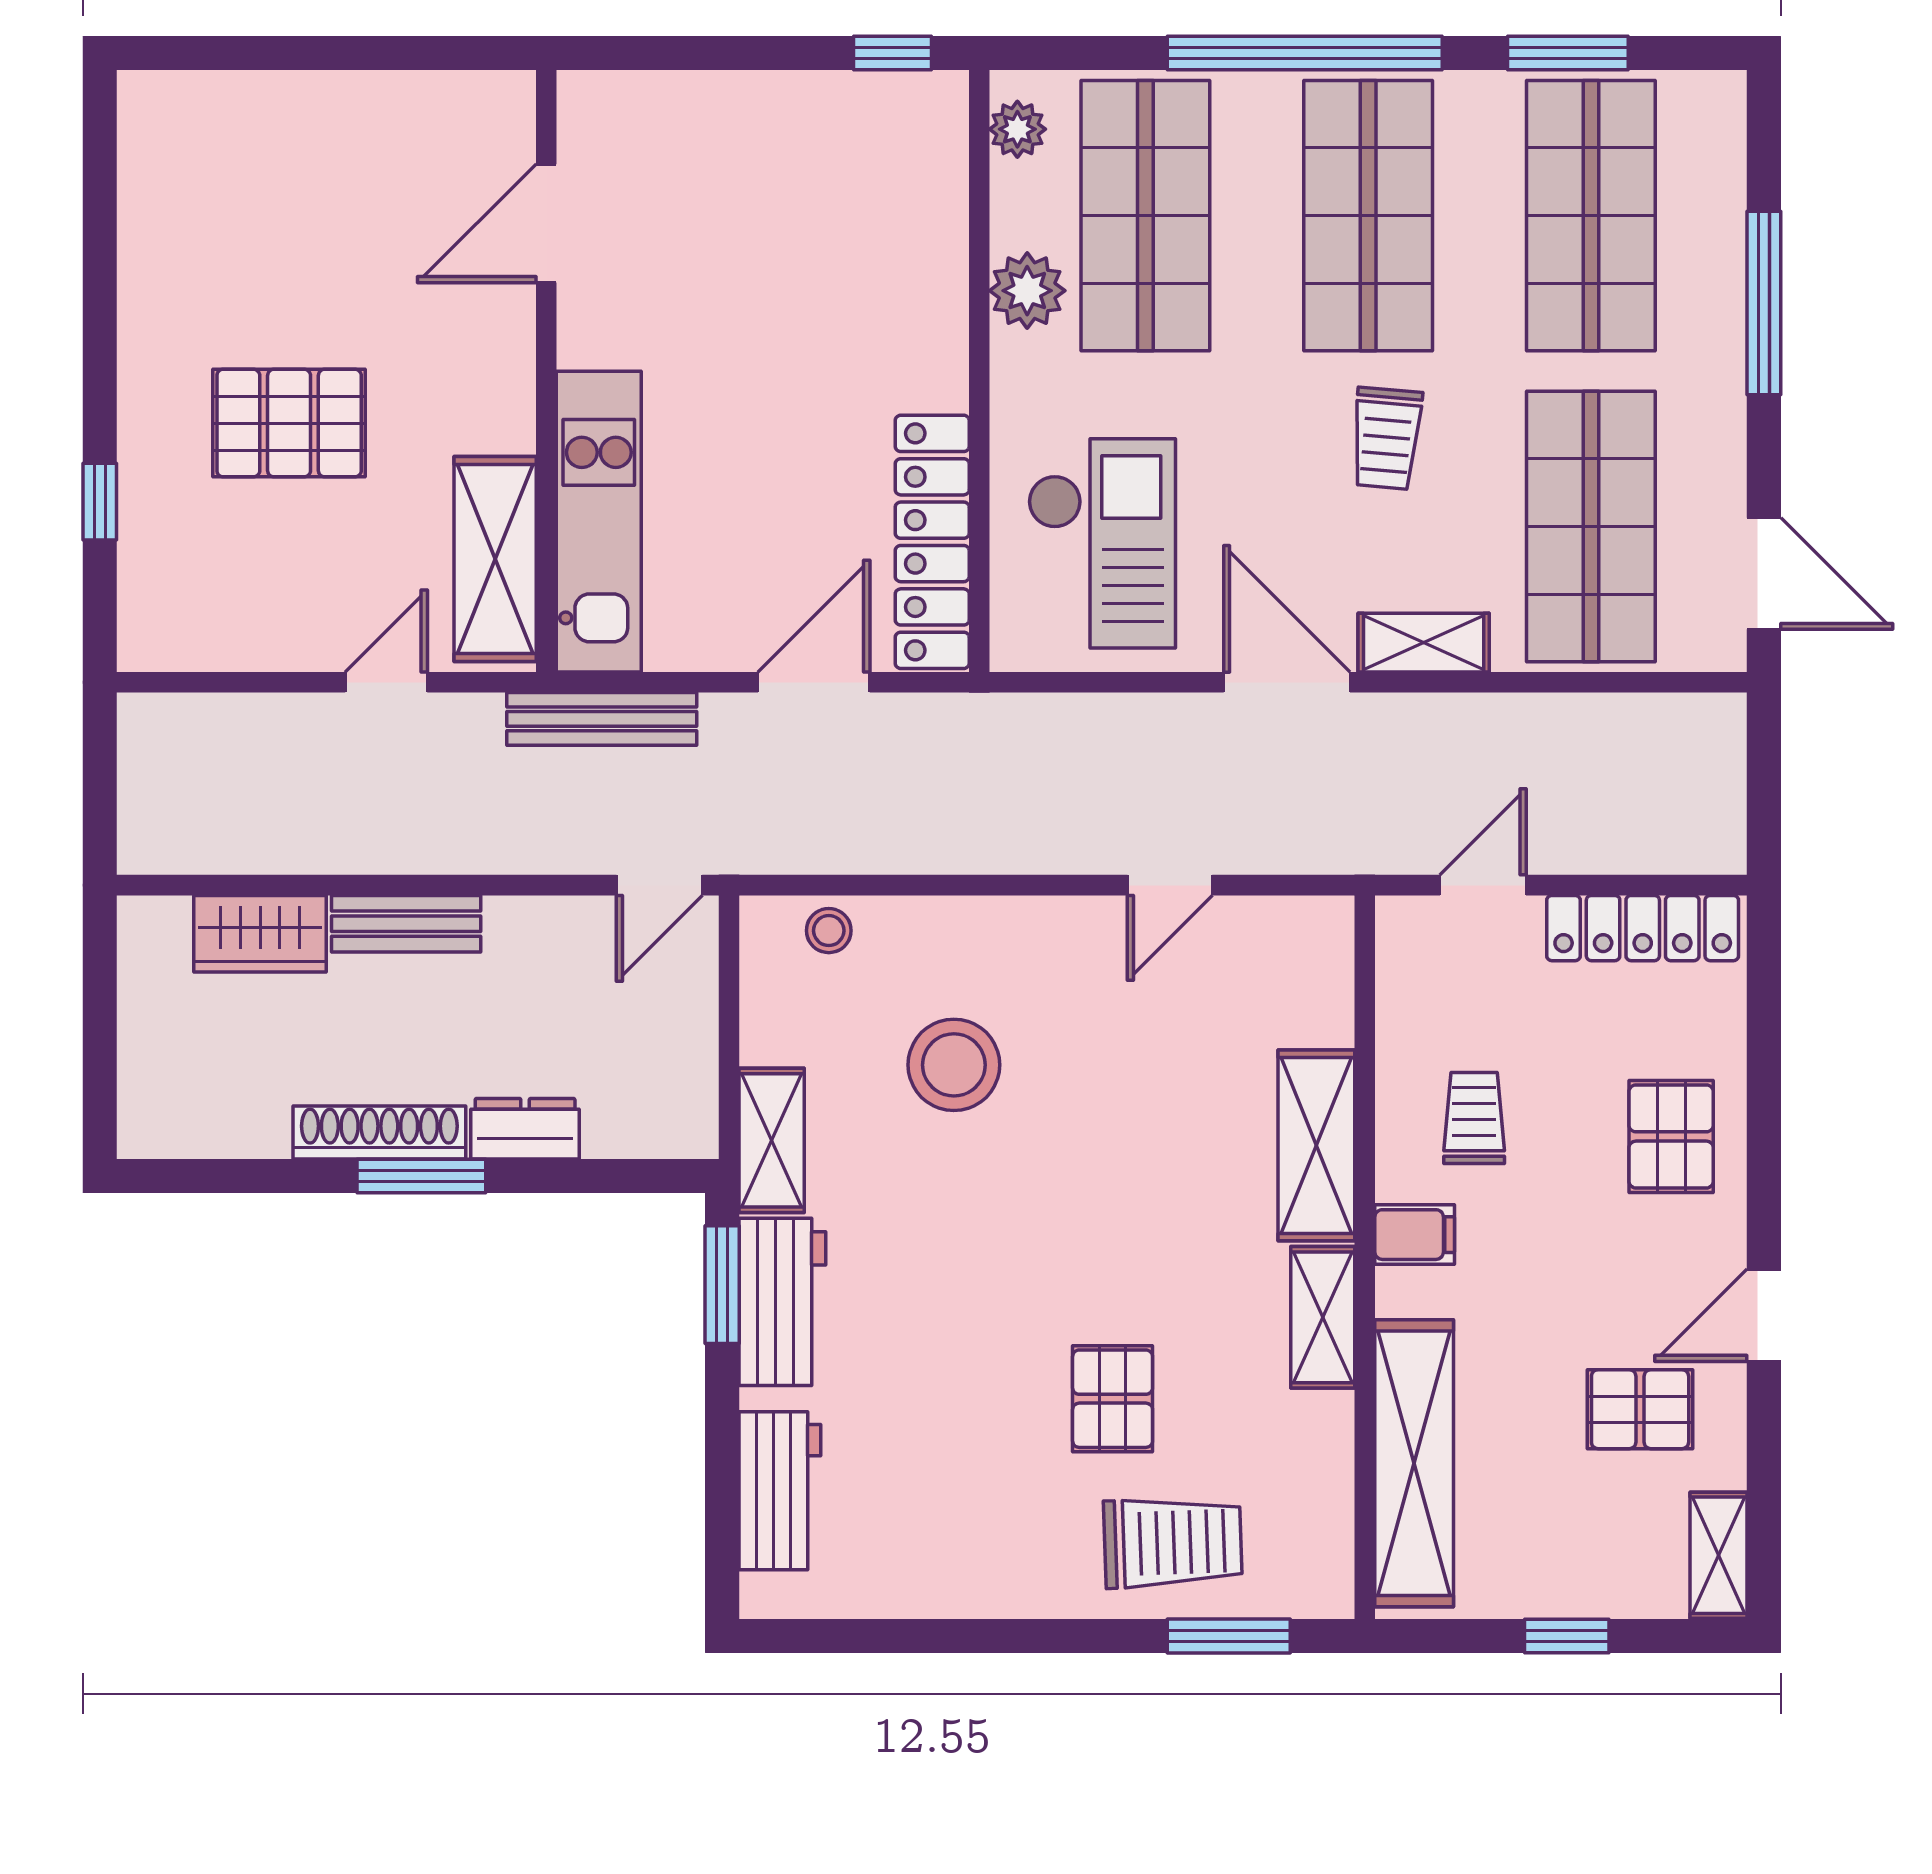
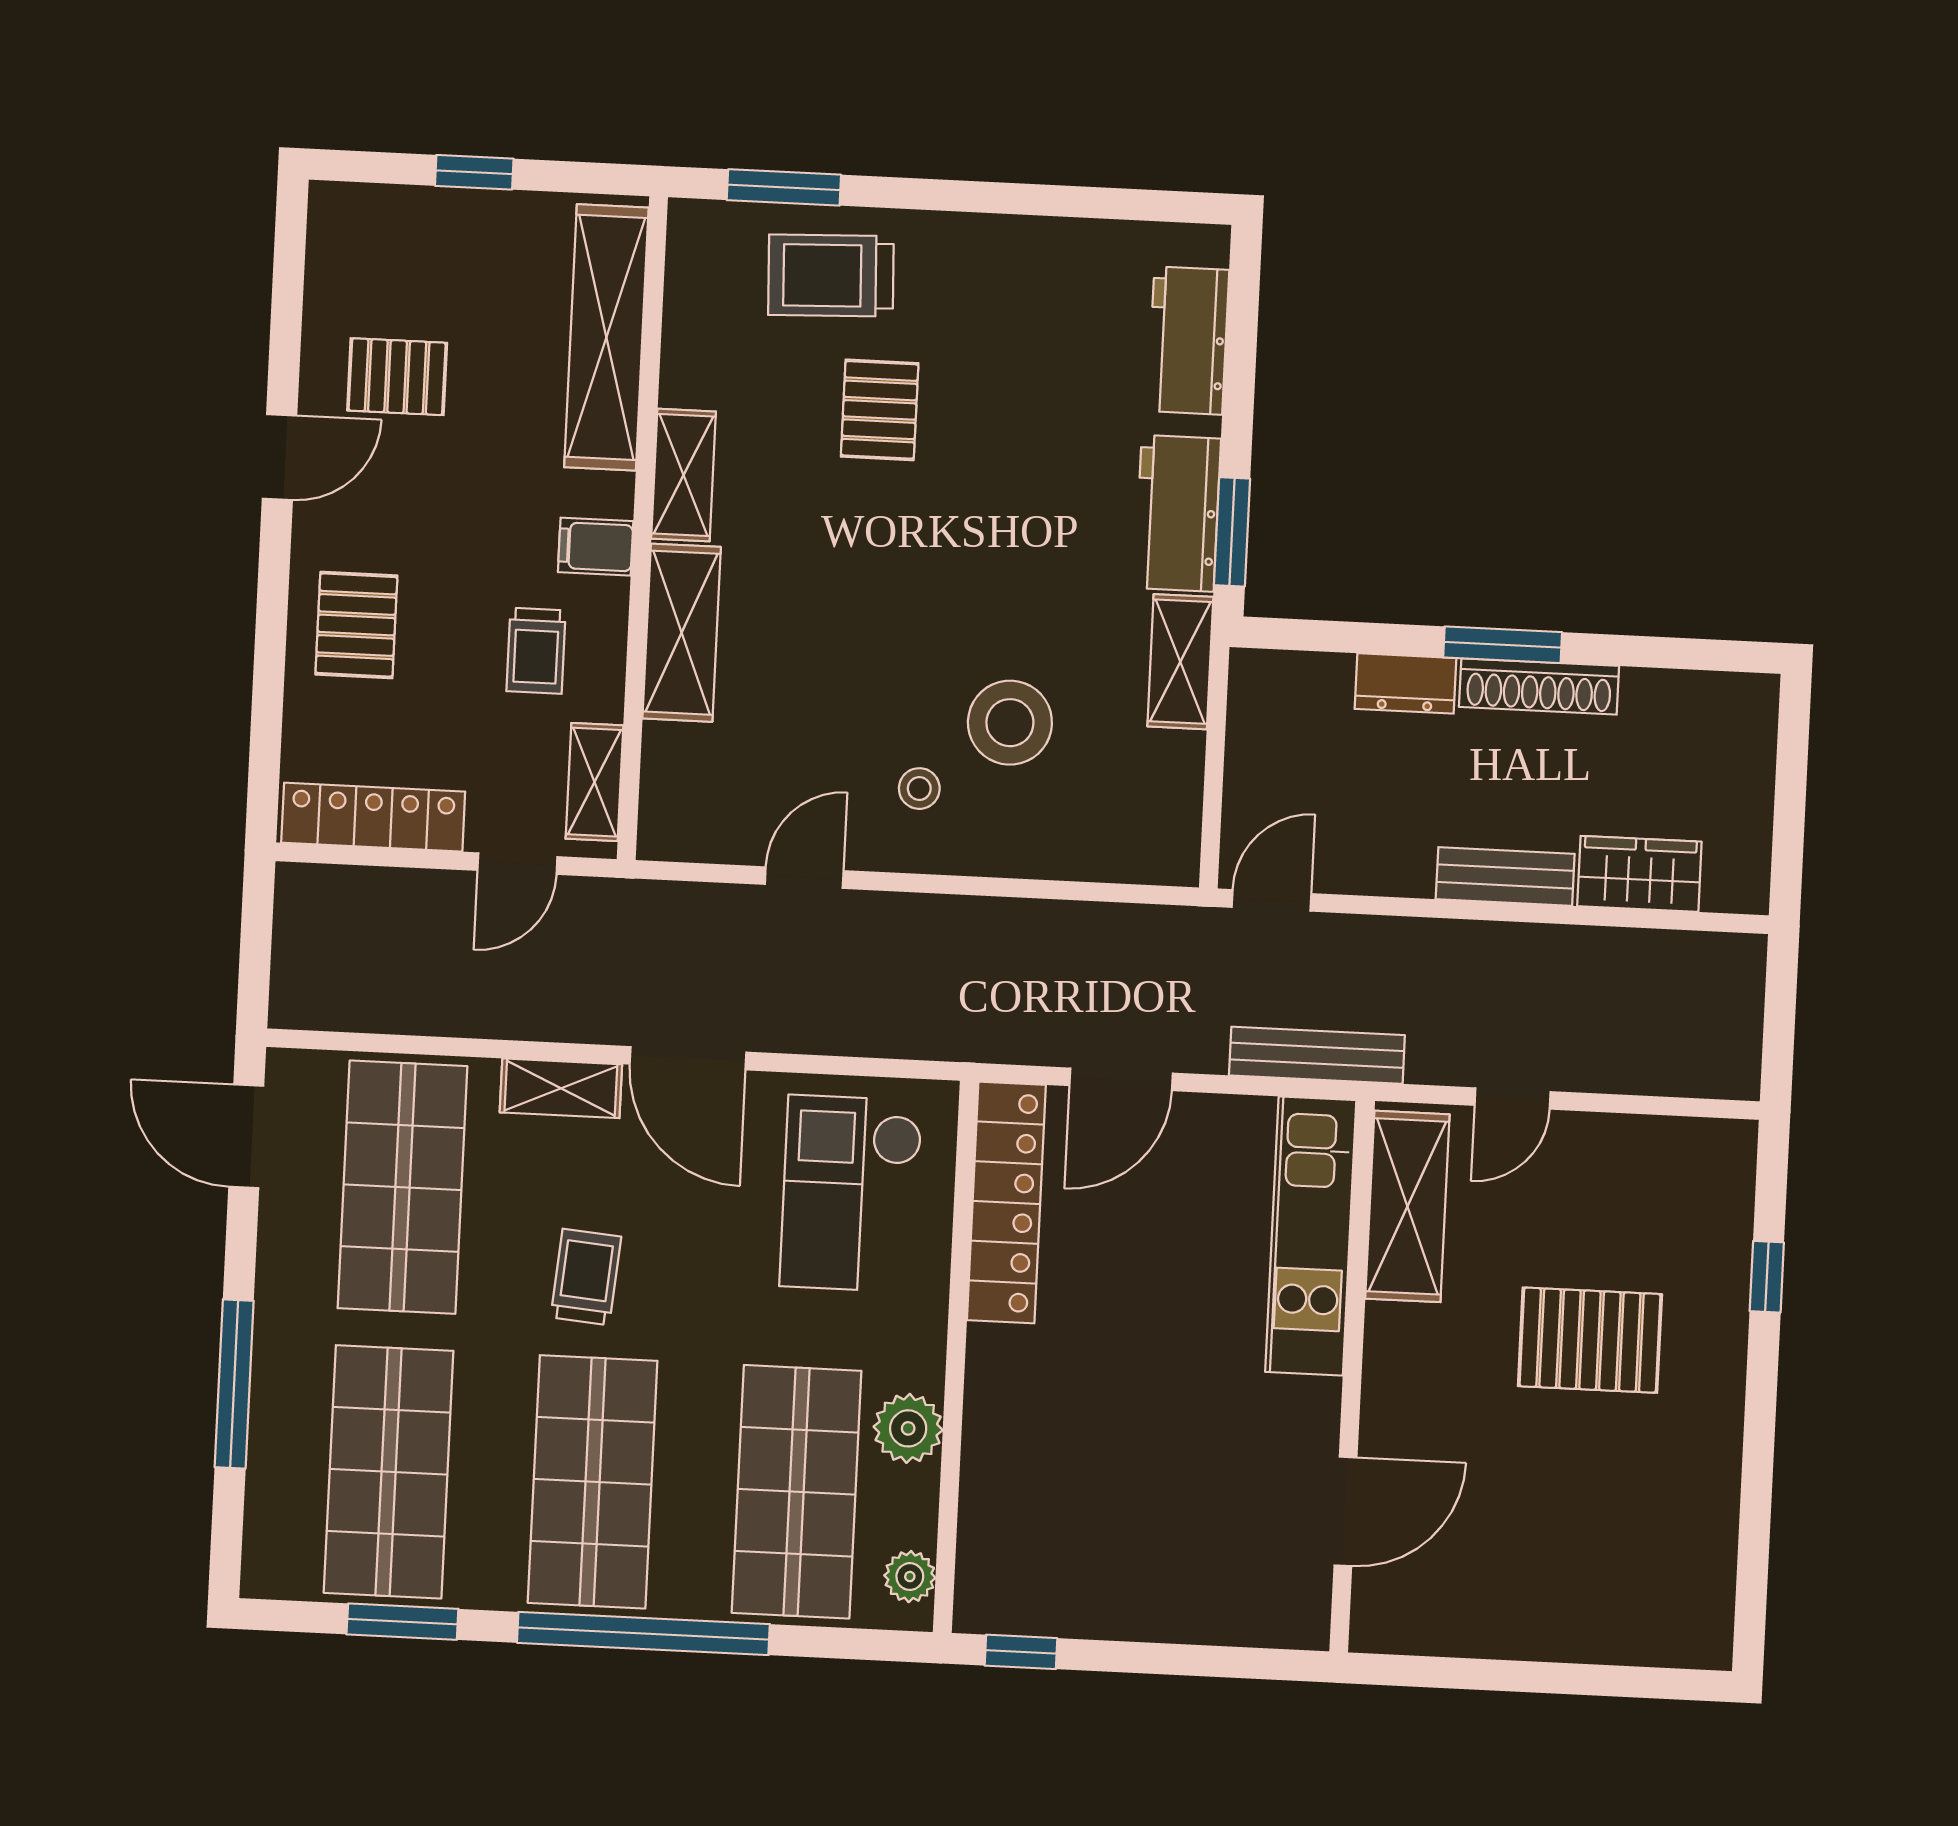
stool: (829, 931) -> (919, 789), moved
shelving: (1719, 1555) -> (594, 782), moved

